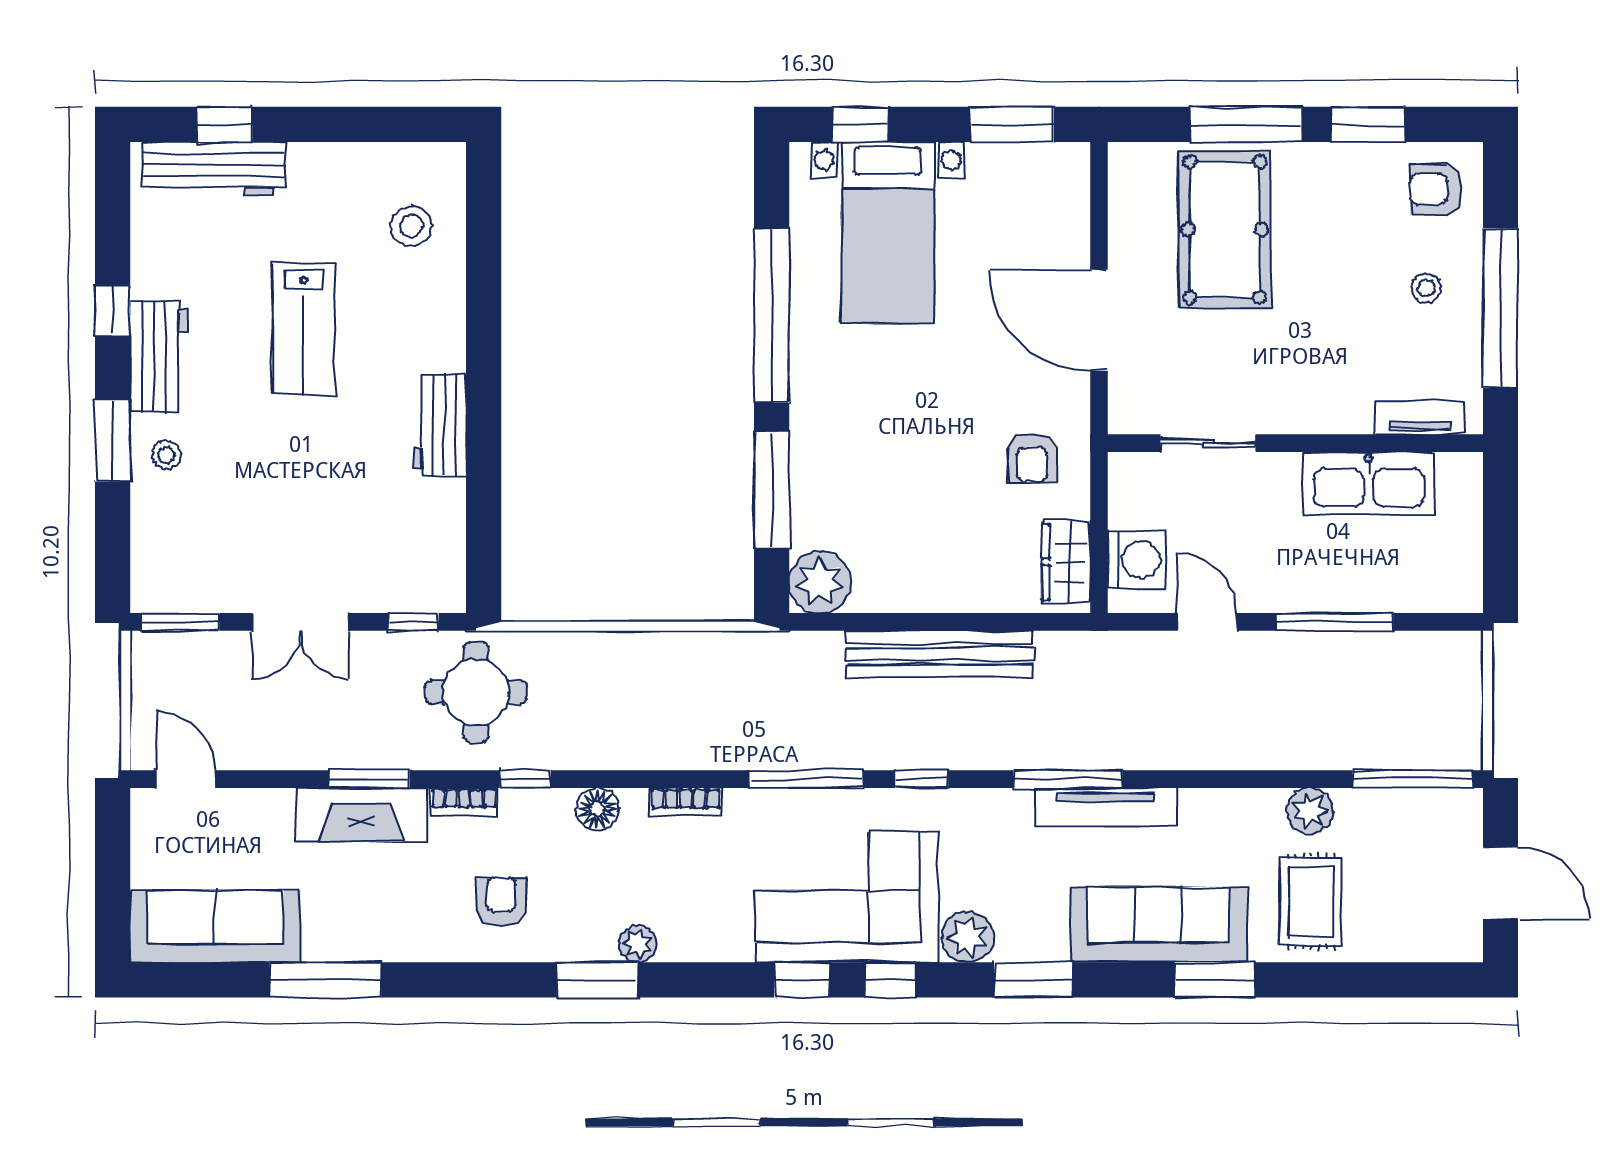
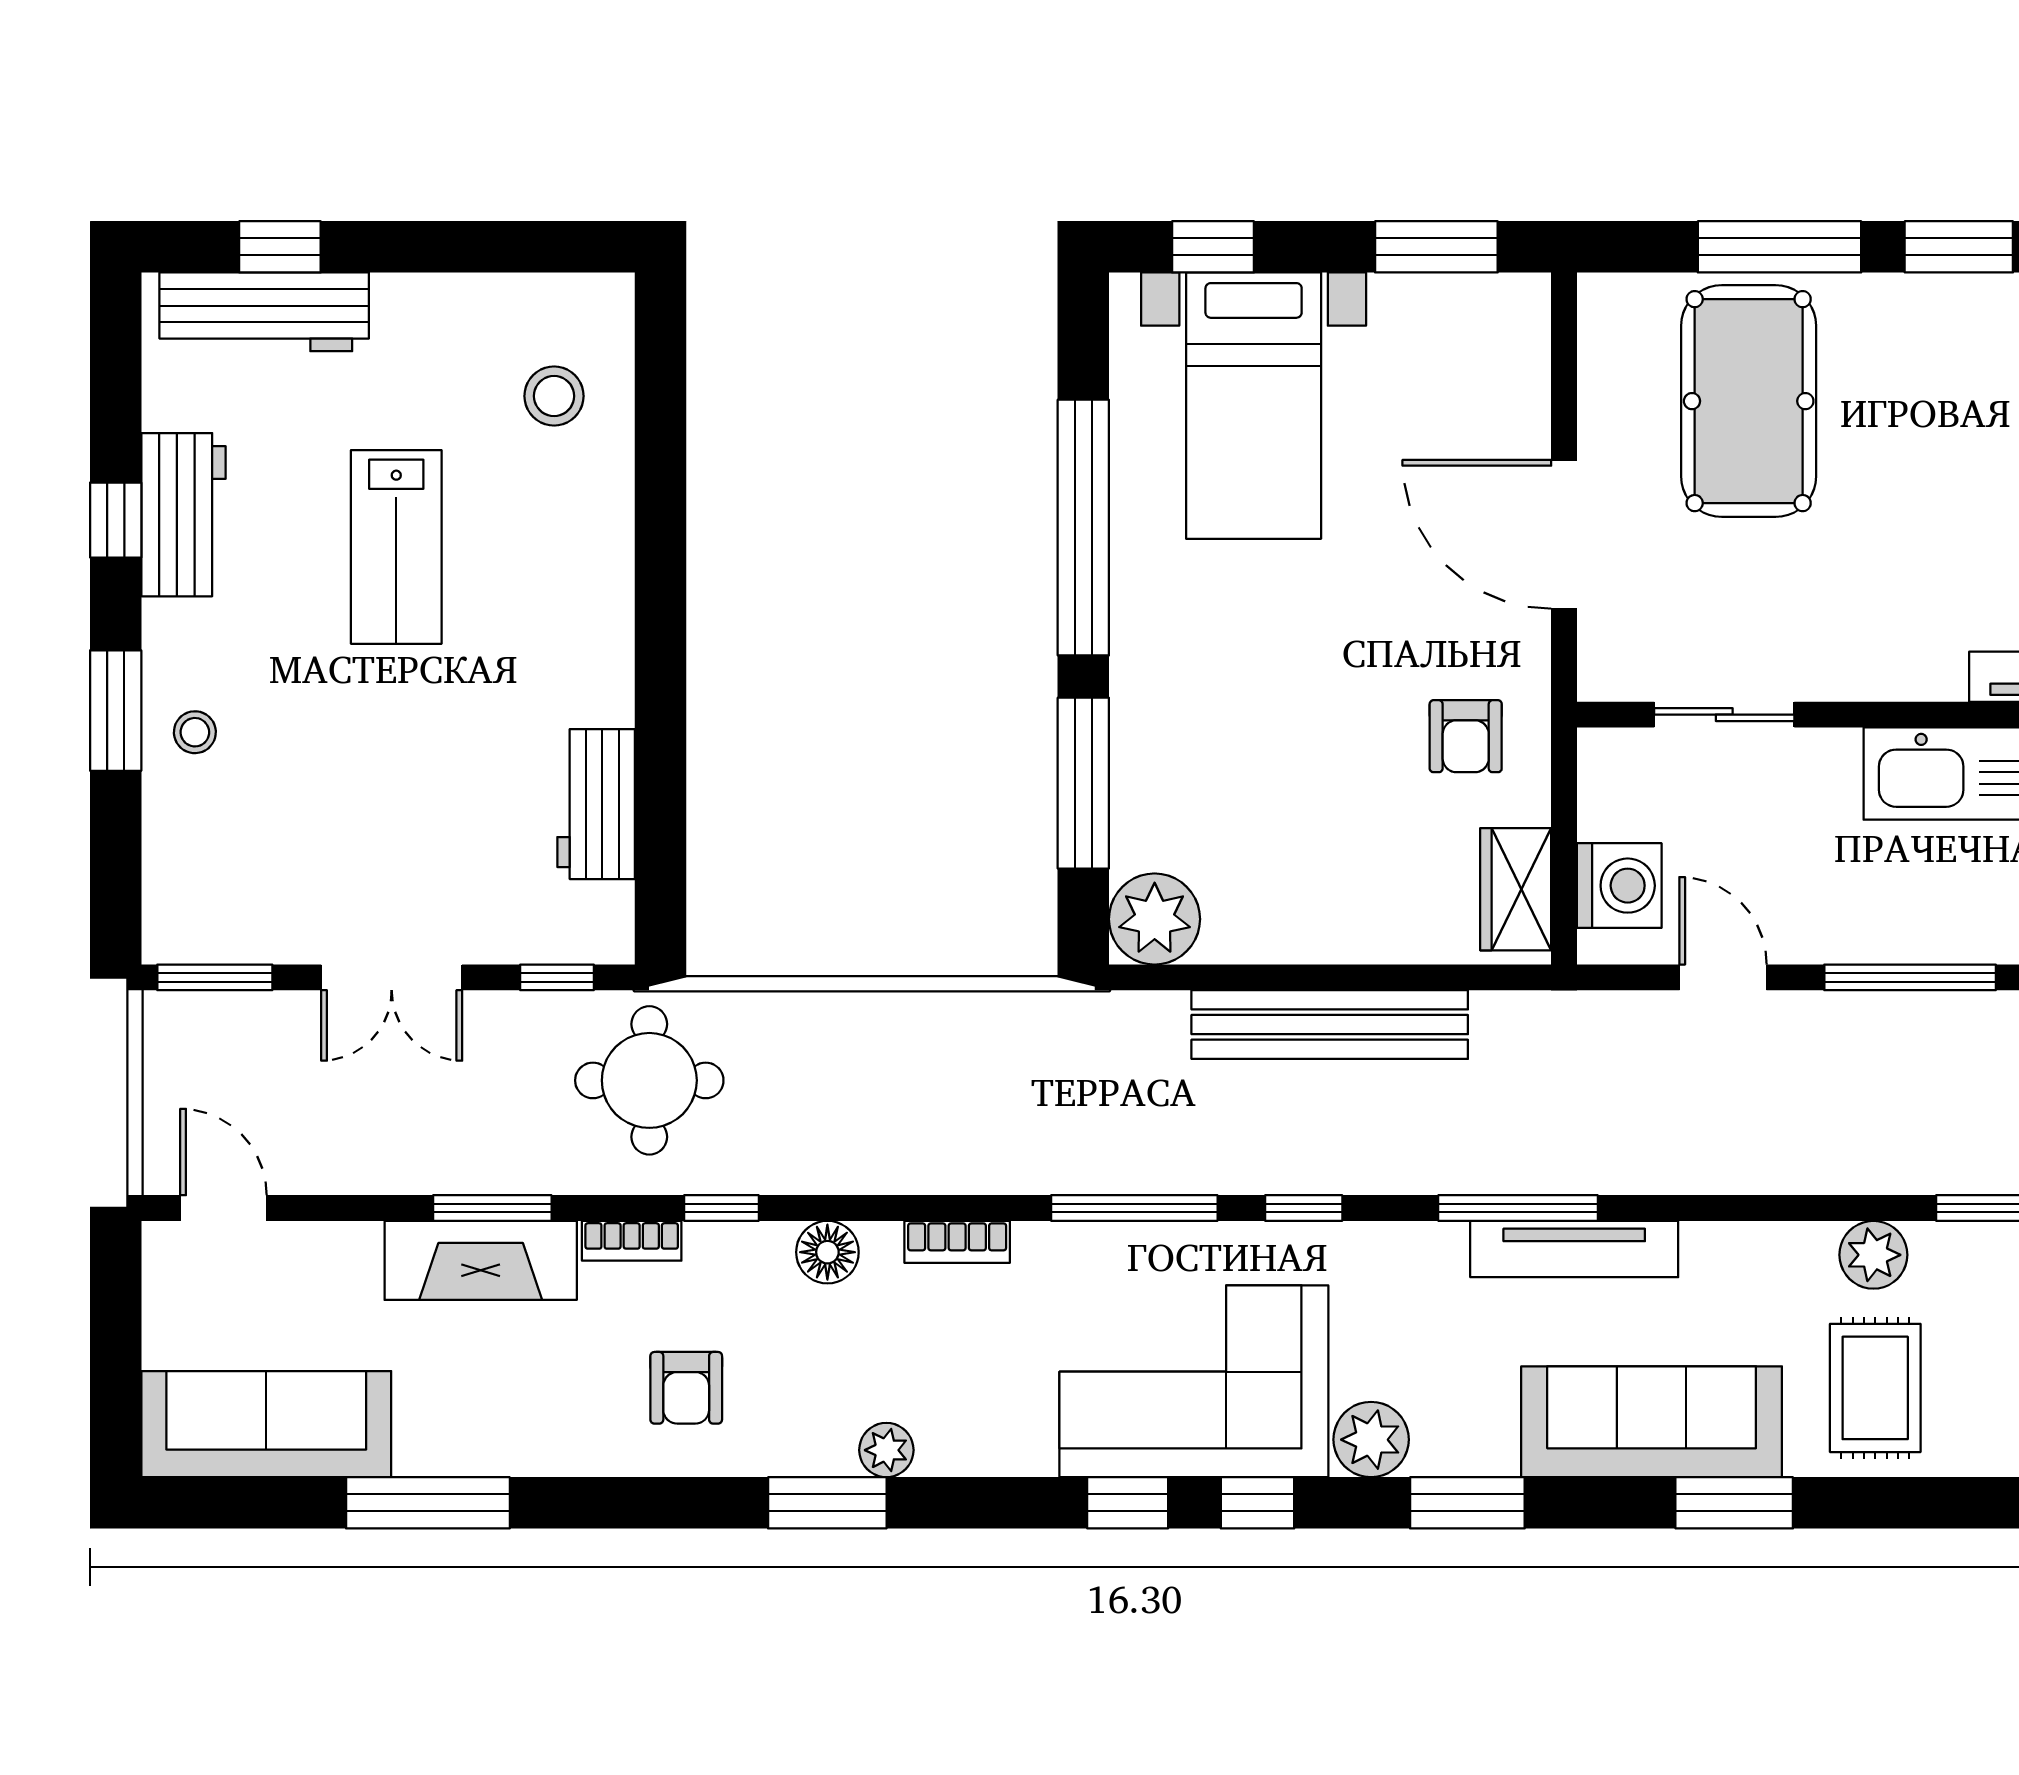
workbench: (159, 357) -> (184, 515), moved
workbench: (440, 425) -> (596, 804), moved
armchair: (501, 902) -> (686, 1388), turned 180

